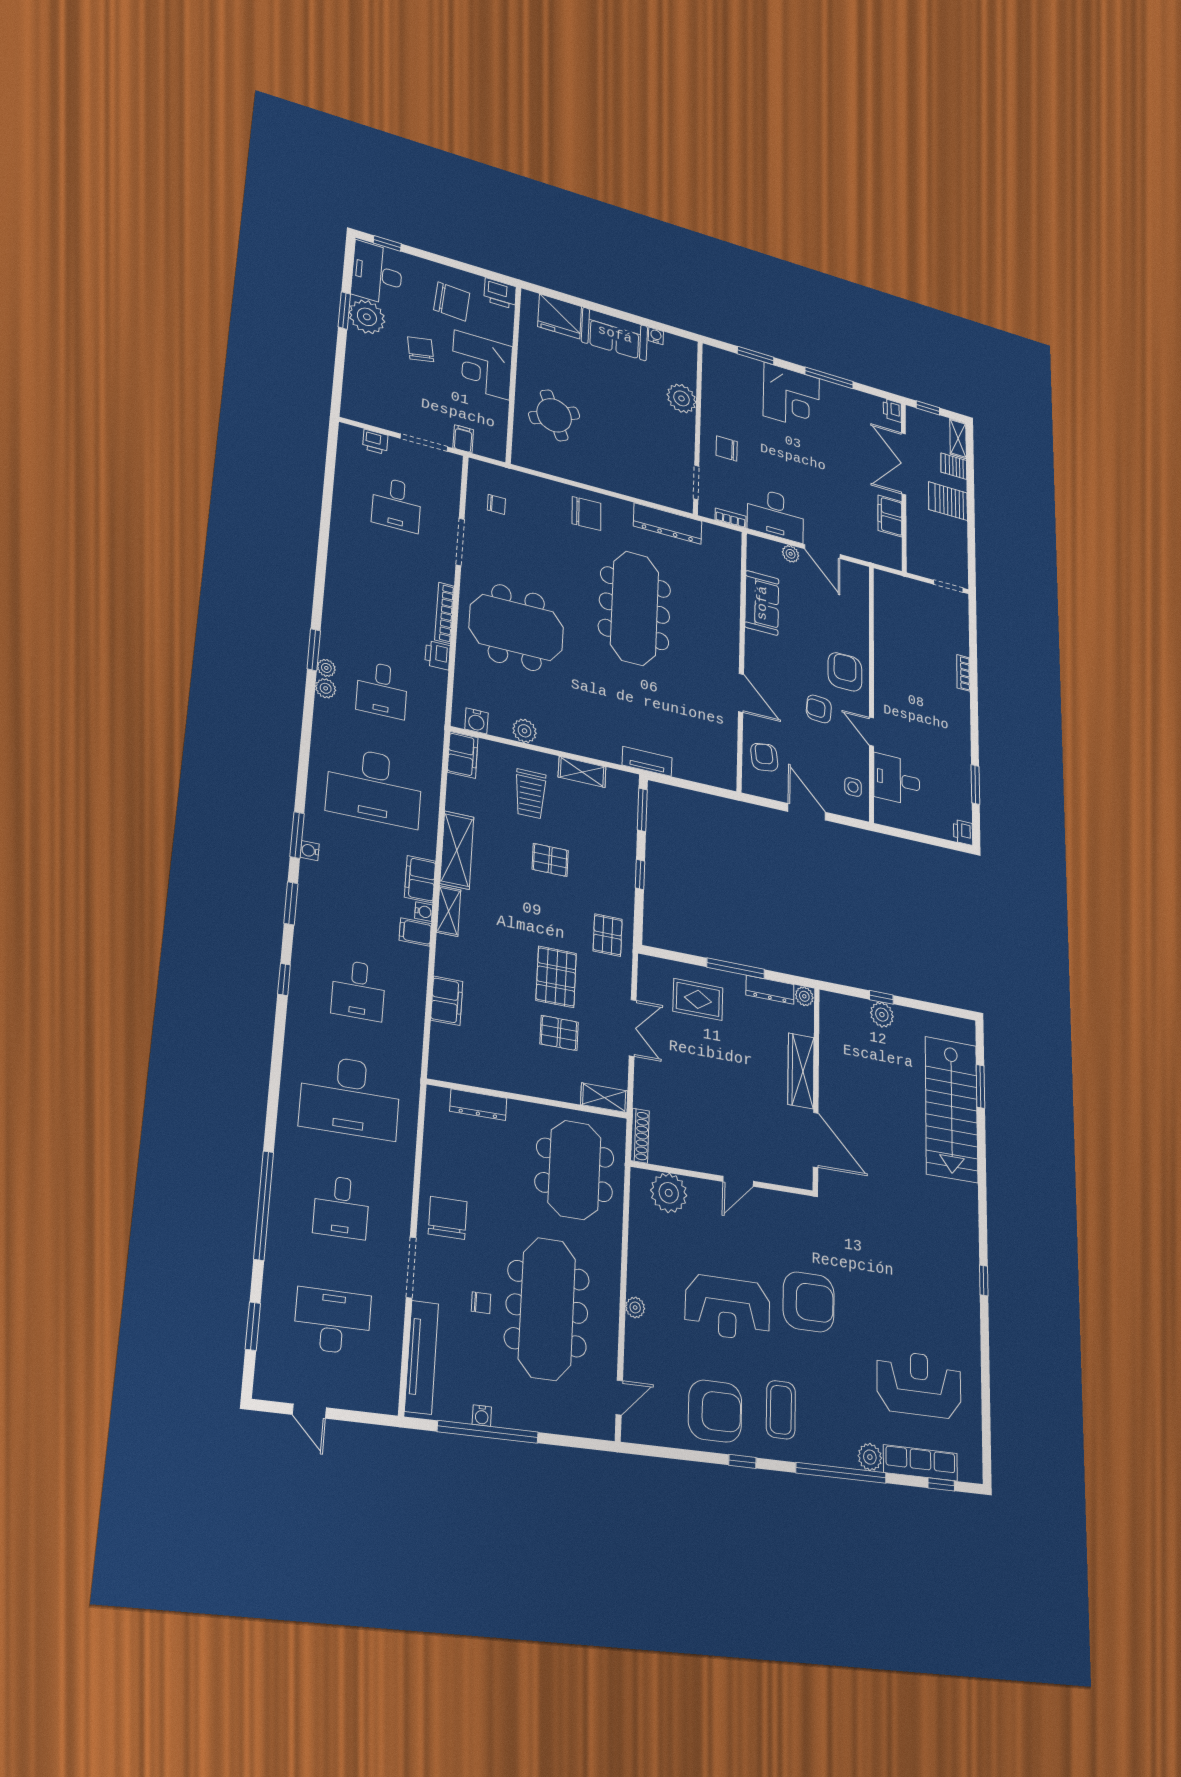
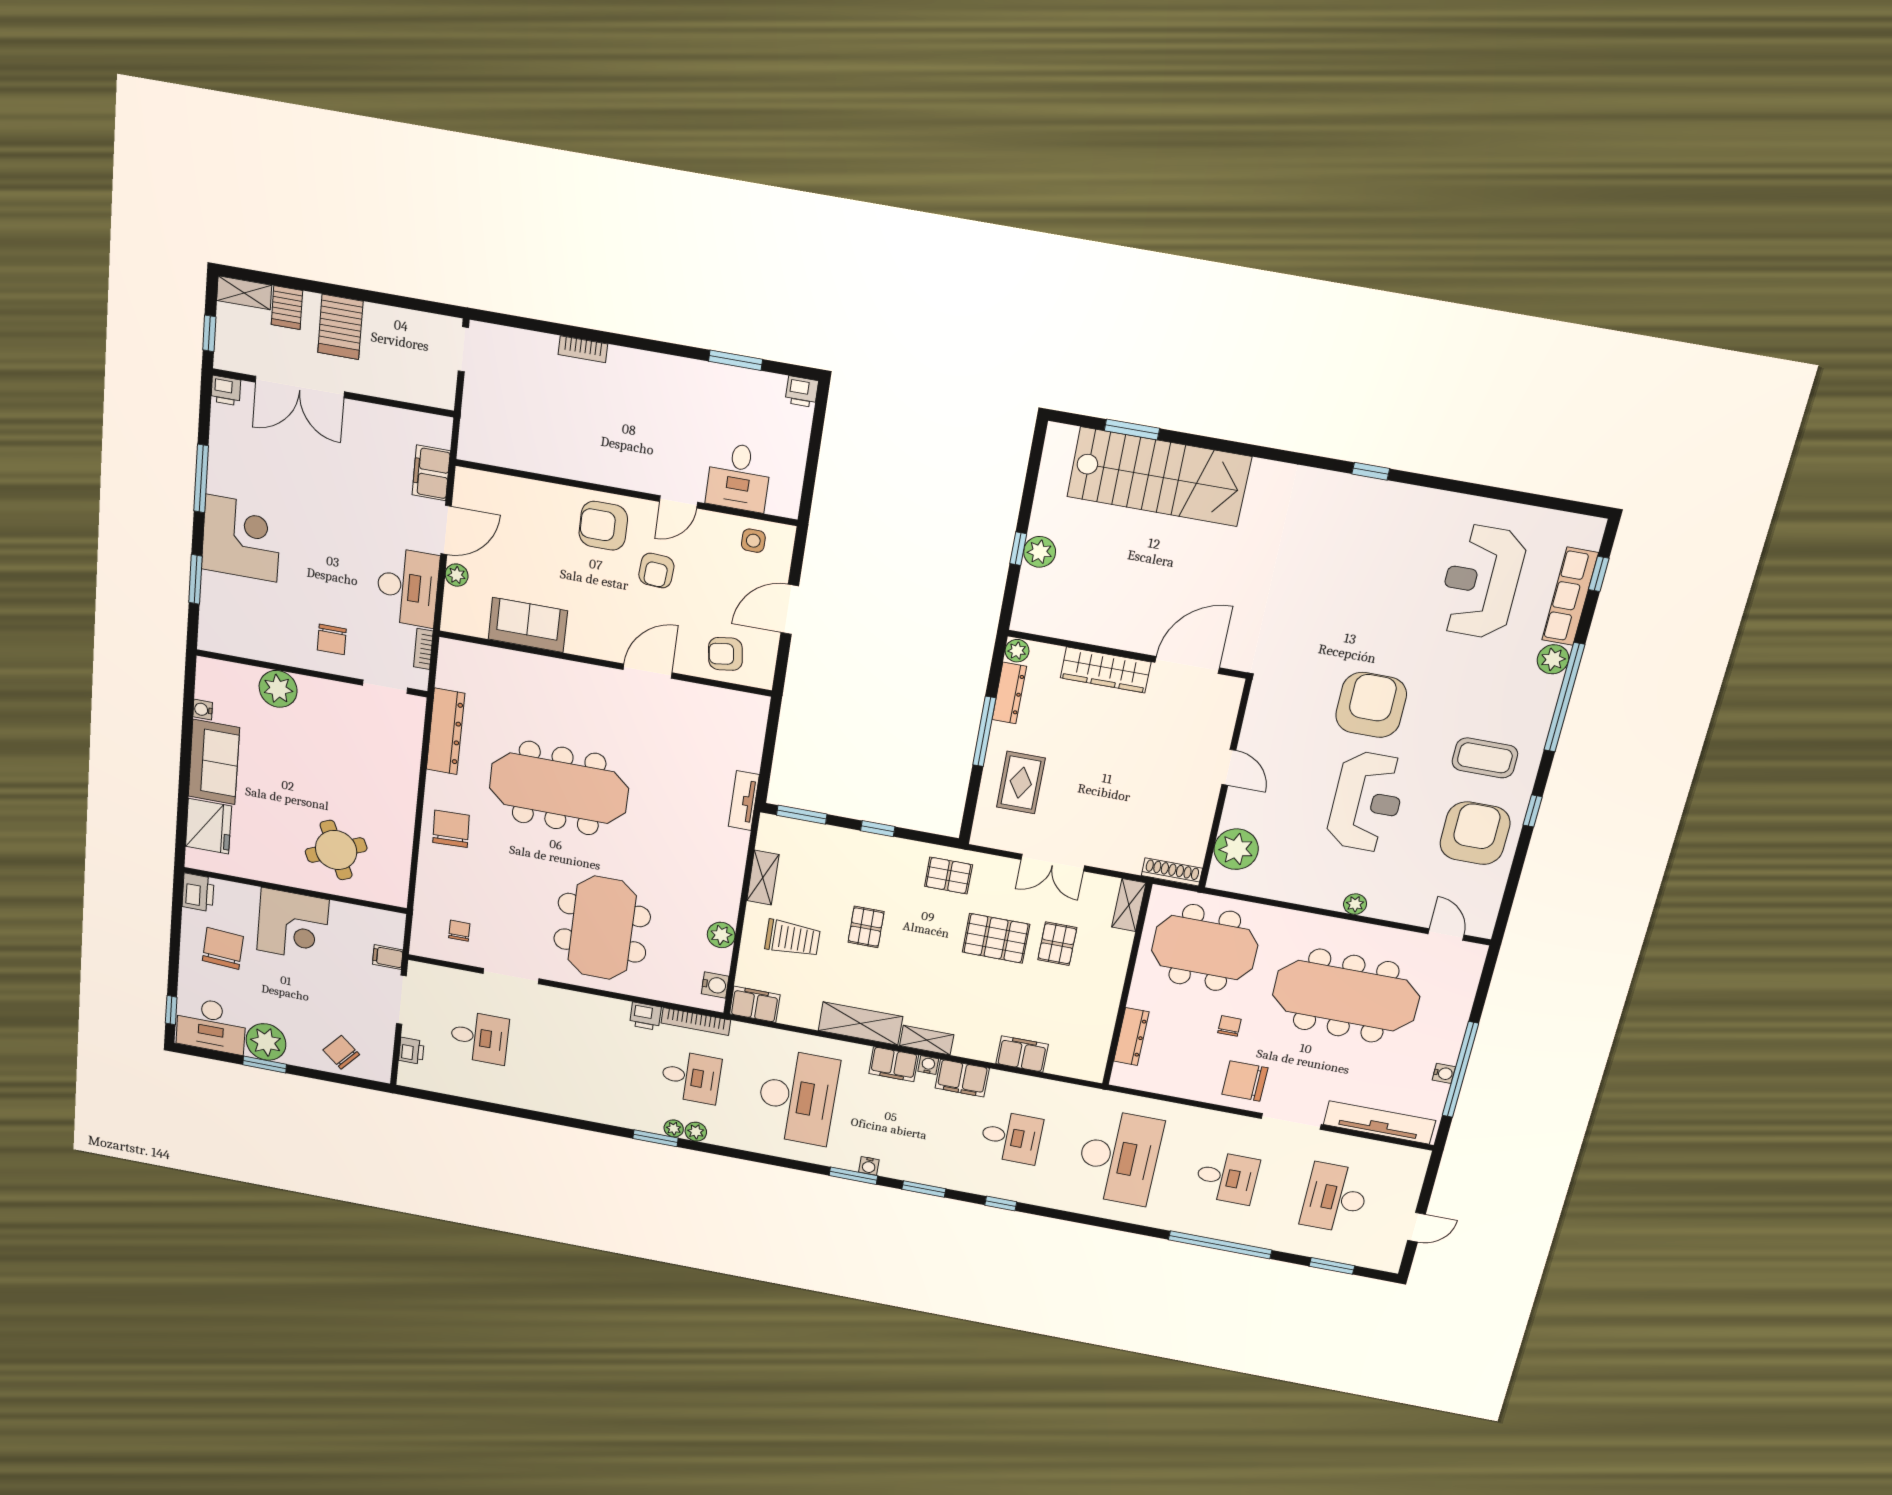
chair: (421, 349) -> (341, 1052), moved, turned 51
filing cabinet: (890, 516) -> (431, 473), moved, turned 90
bookcase: (445, 613) -> (696, 1021), moved
filing cabinet: (415, 932) -> (962, 1078), width x2.00
double door: (633, 1028) -> (1053, 863), swing flipped
chair: (481, 1303) -> (1229, 1026), moved

